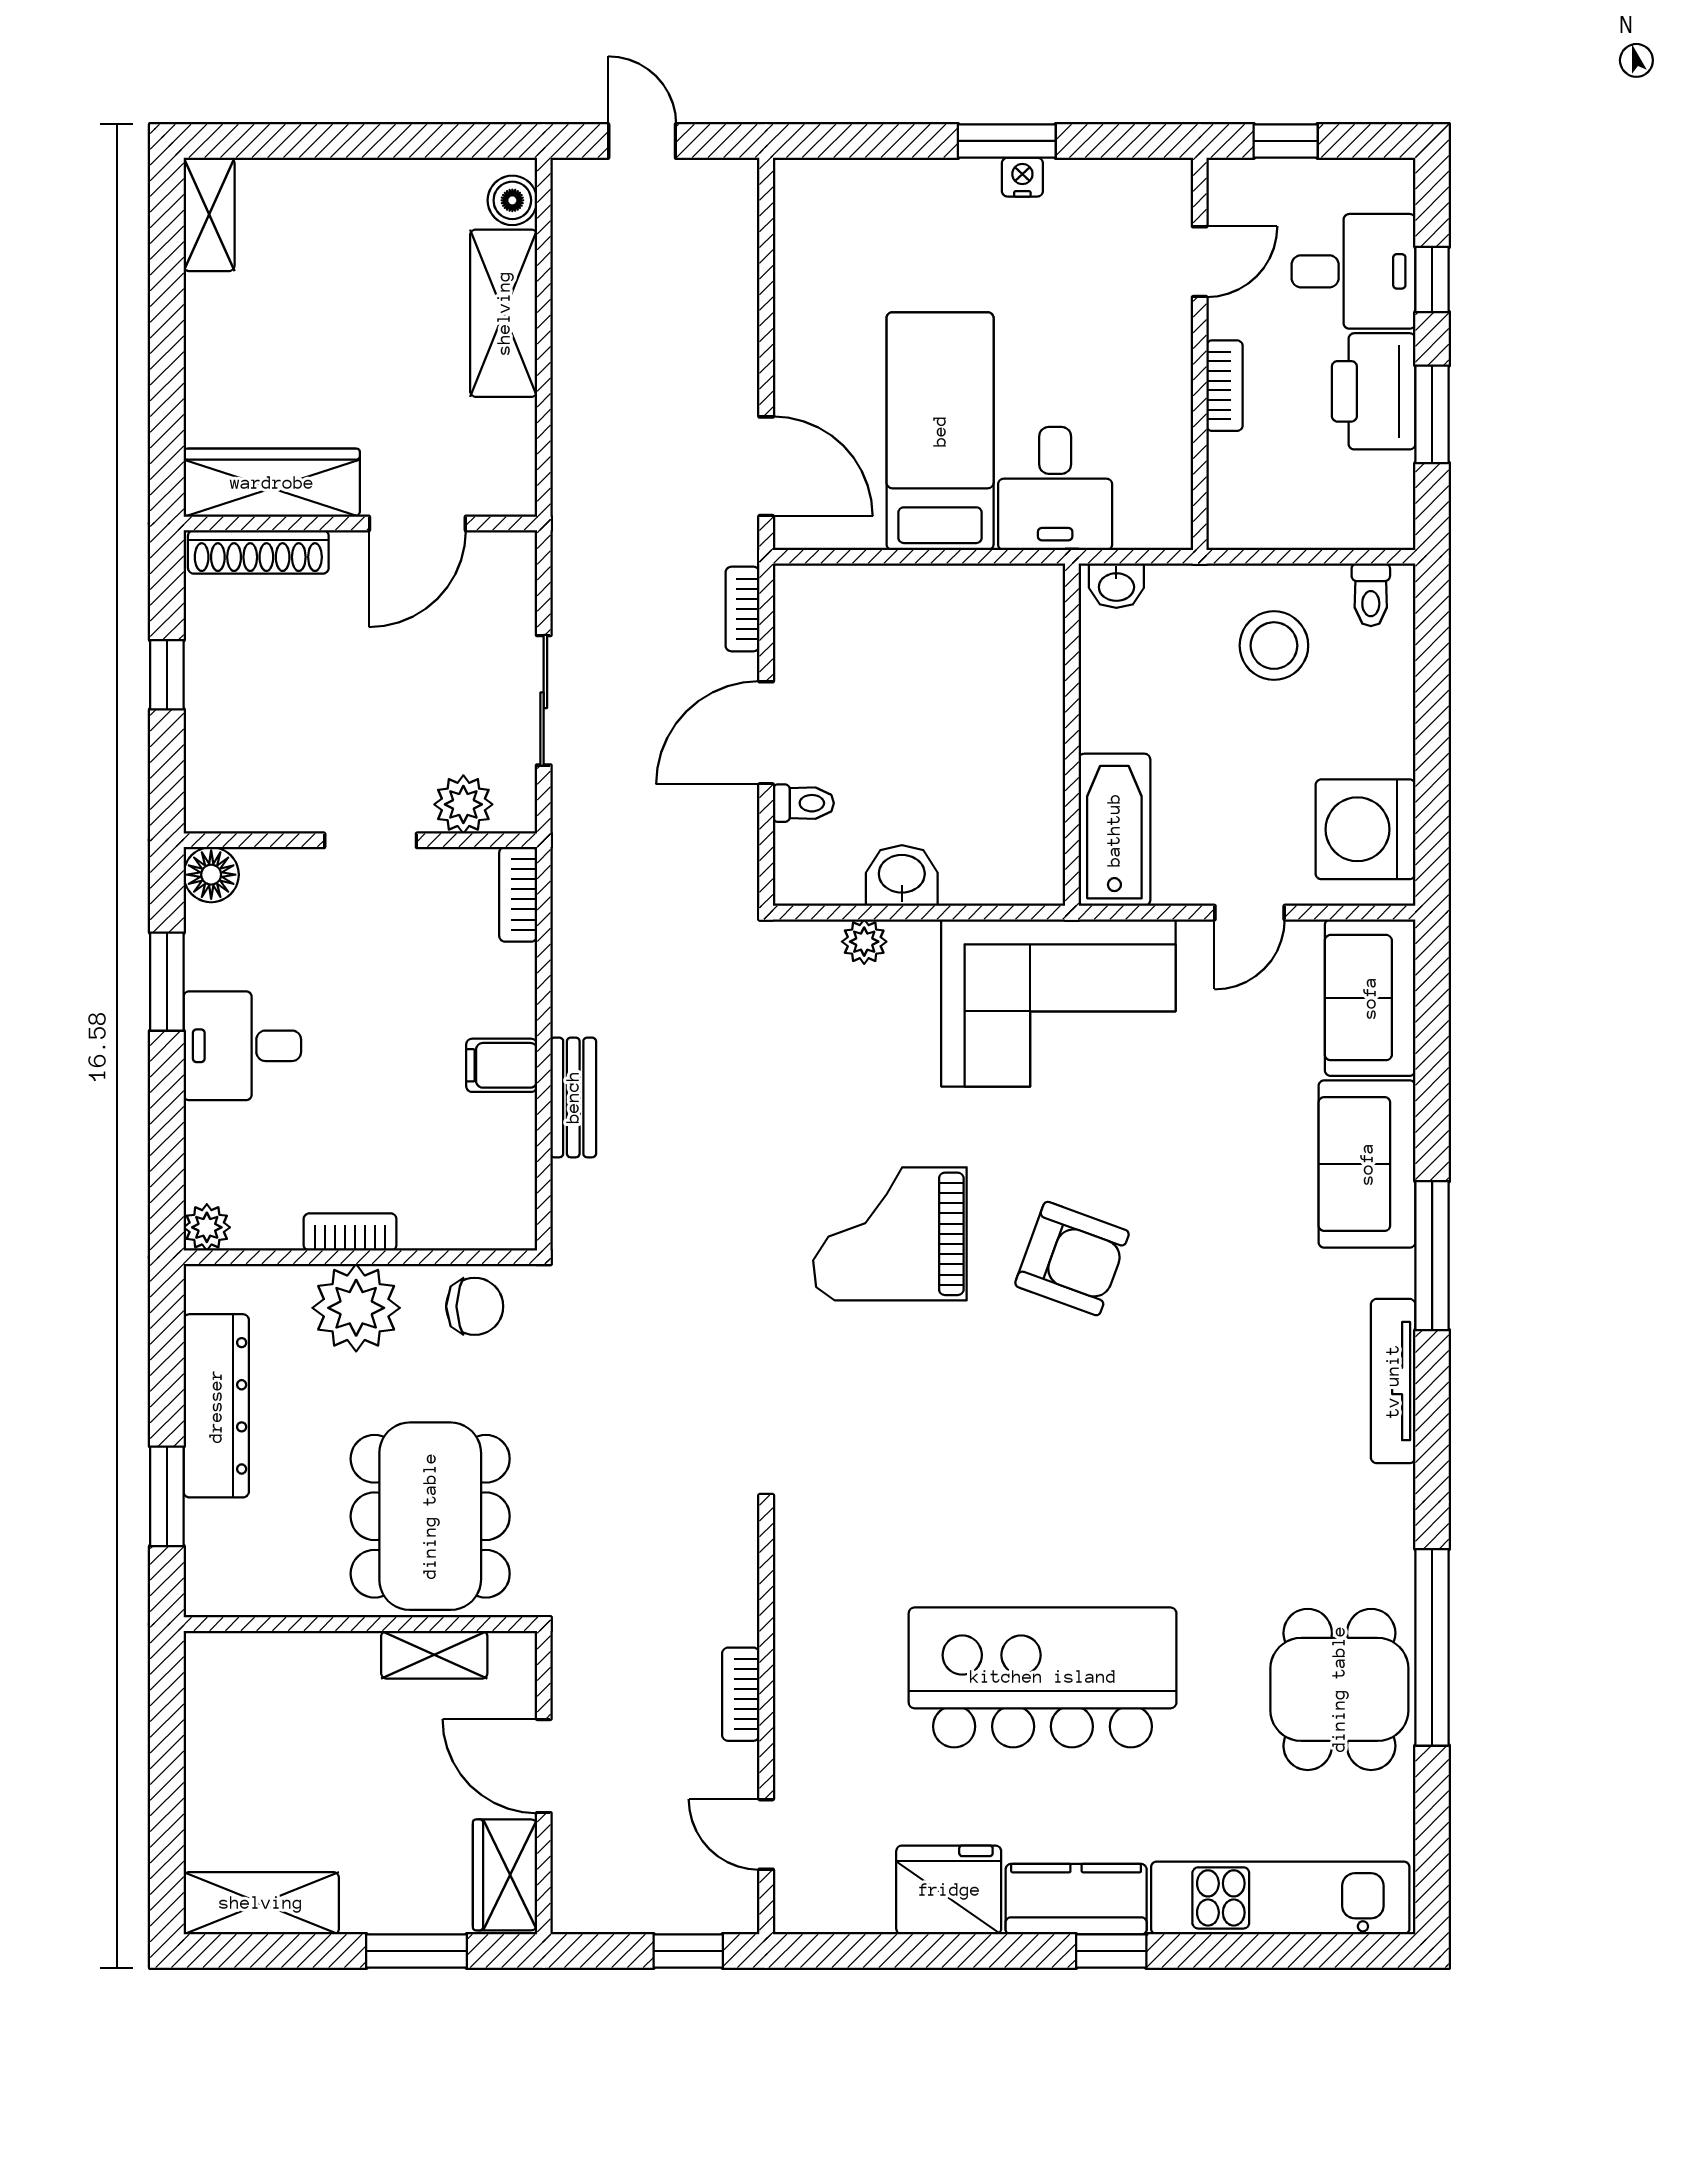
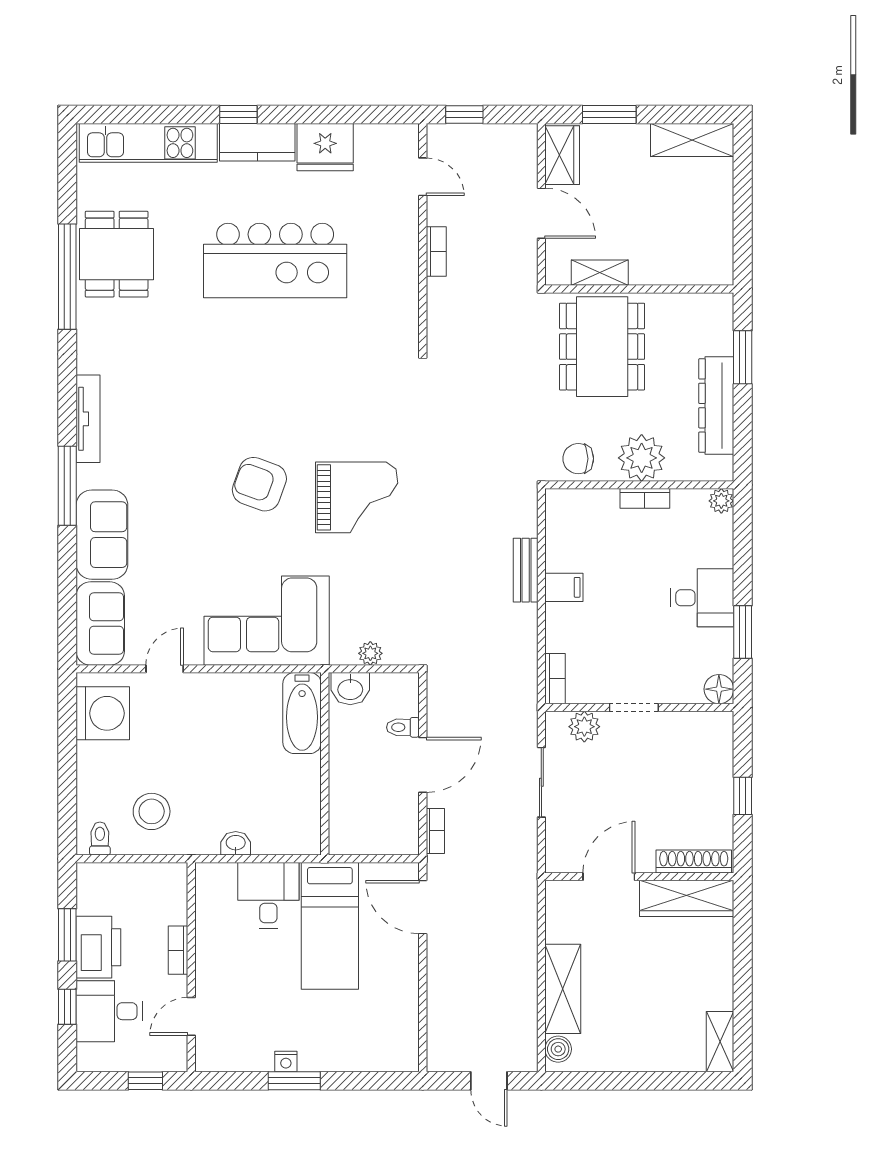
wall: (1072, 735) -> (325, 764), moved
bathtub: (1114, 830) -> (302, 713), moved

